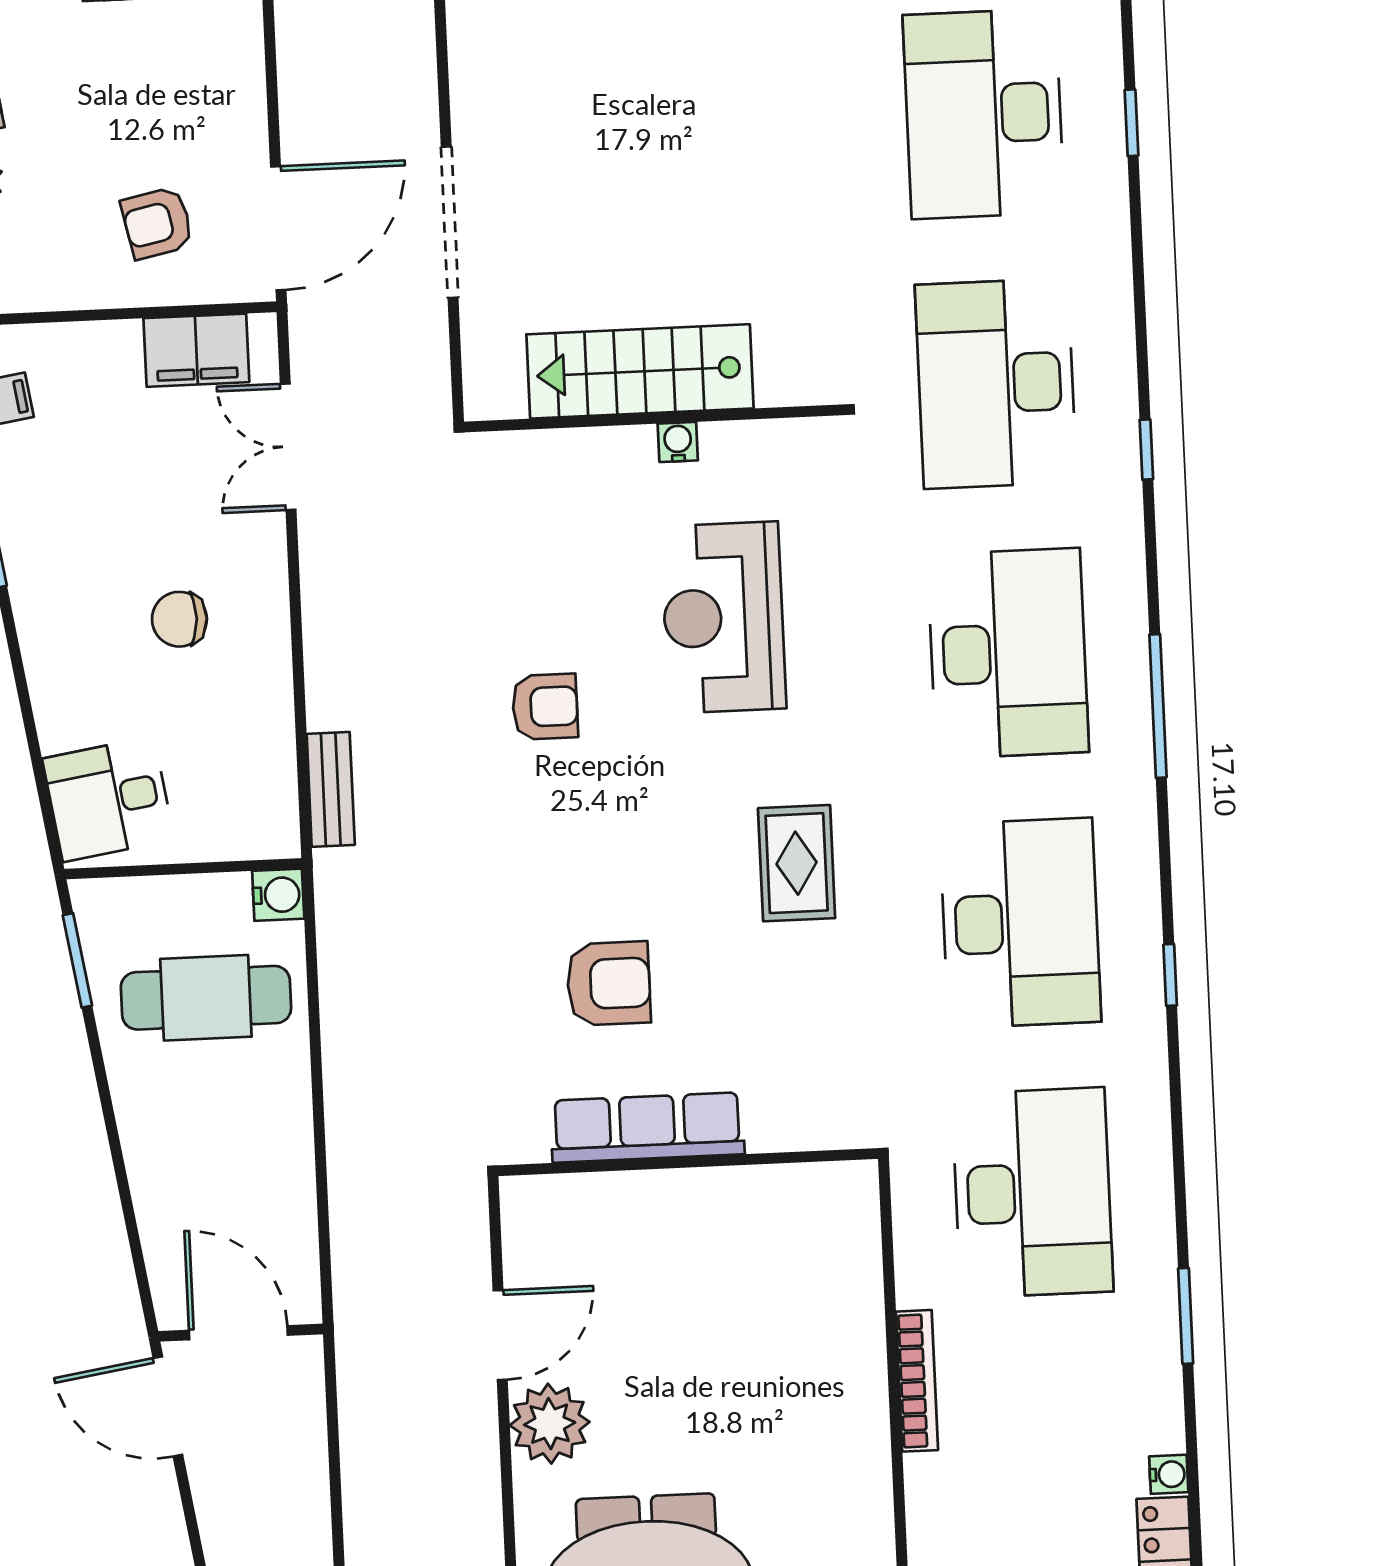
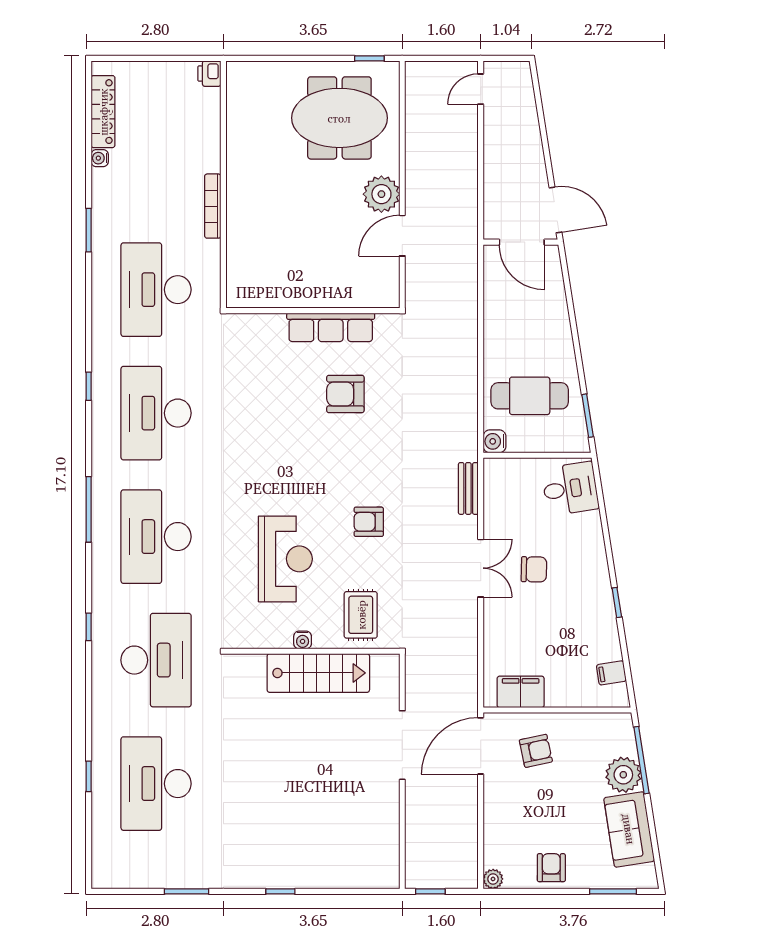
desk: (984, 114) -> (156, 784), turned 180
double door: (288, 447) -> (481, 568), moved
rug: (797, 863) -> (361, 615), moved

